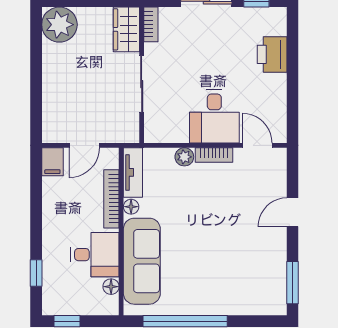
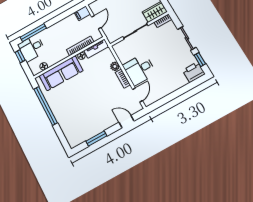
printer: (272, 54) -> (194, 72), moved
door: (84, 145) -> (96, 22), swing flipped
door: (293, 212) -> (127, 122), moved
desk: (95, 255) -> (32, 48), moved, turned 90
window: (36, 273) -> (33, 33), width x2.17
window: (293, 283) -> (96, 138), moved

